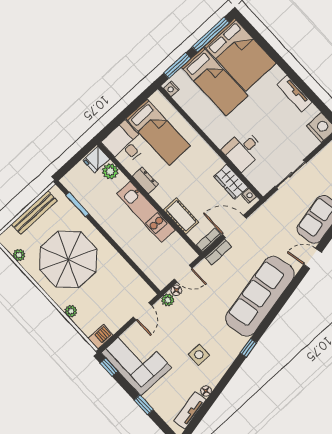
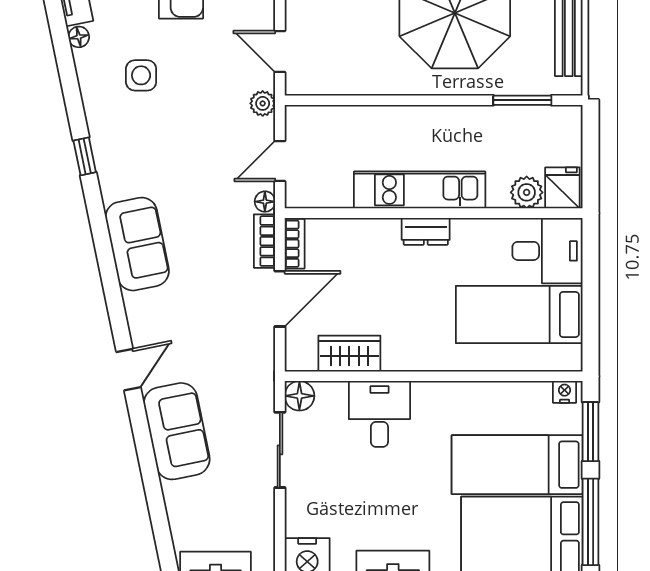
dresser: (145, 180) -> (426, 231), moved
floor lamp: (264, 186) -> (299, 396), added
nightstand: (249, 196) -> (305, 361), removed
cot: (181, 216) -> (367, 236), removed
floor lamp: (176, 290) -> (265, 202), moved
sofa: (260, 296) -> (137, 244), width x0.54, depth x0.79

